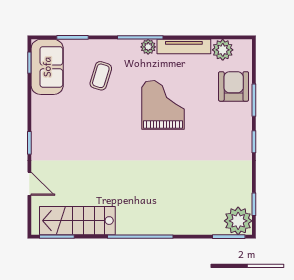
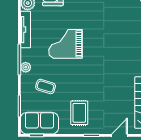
plant: (148, 47) -> (26, 67), moved
rug: (62, 125) -> (79, 113), added

